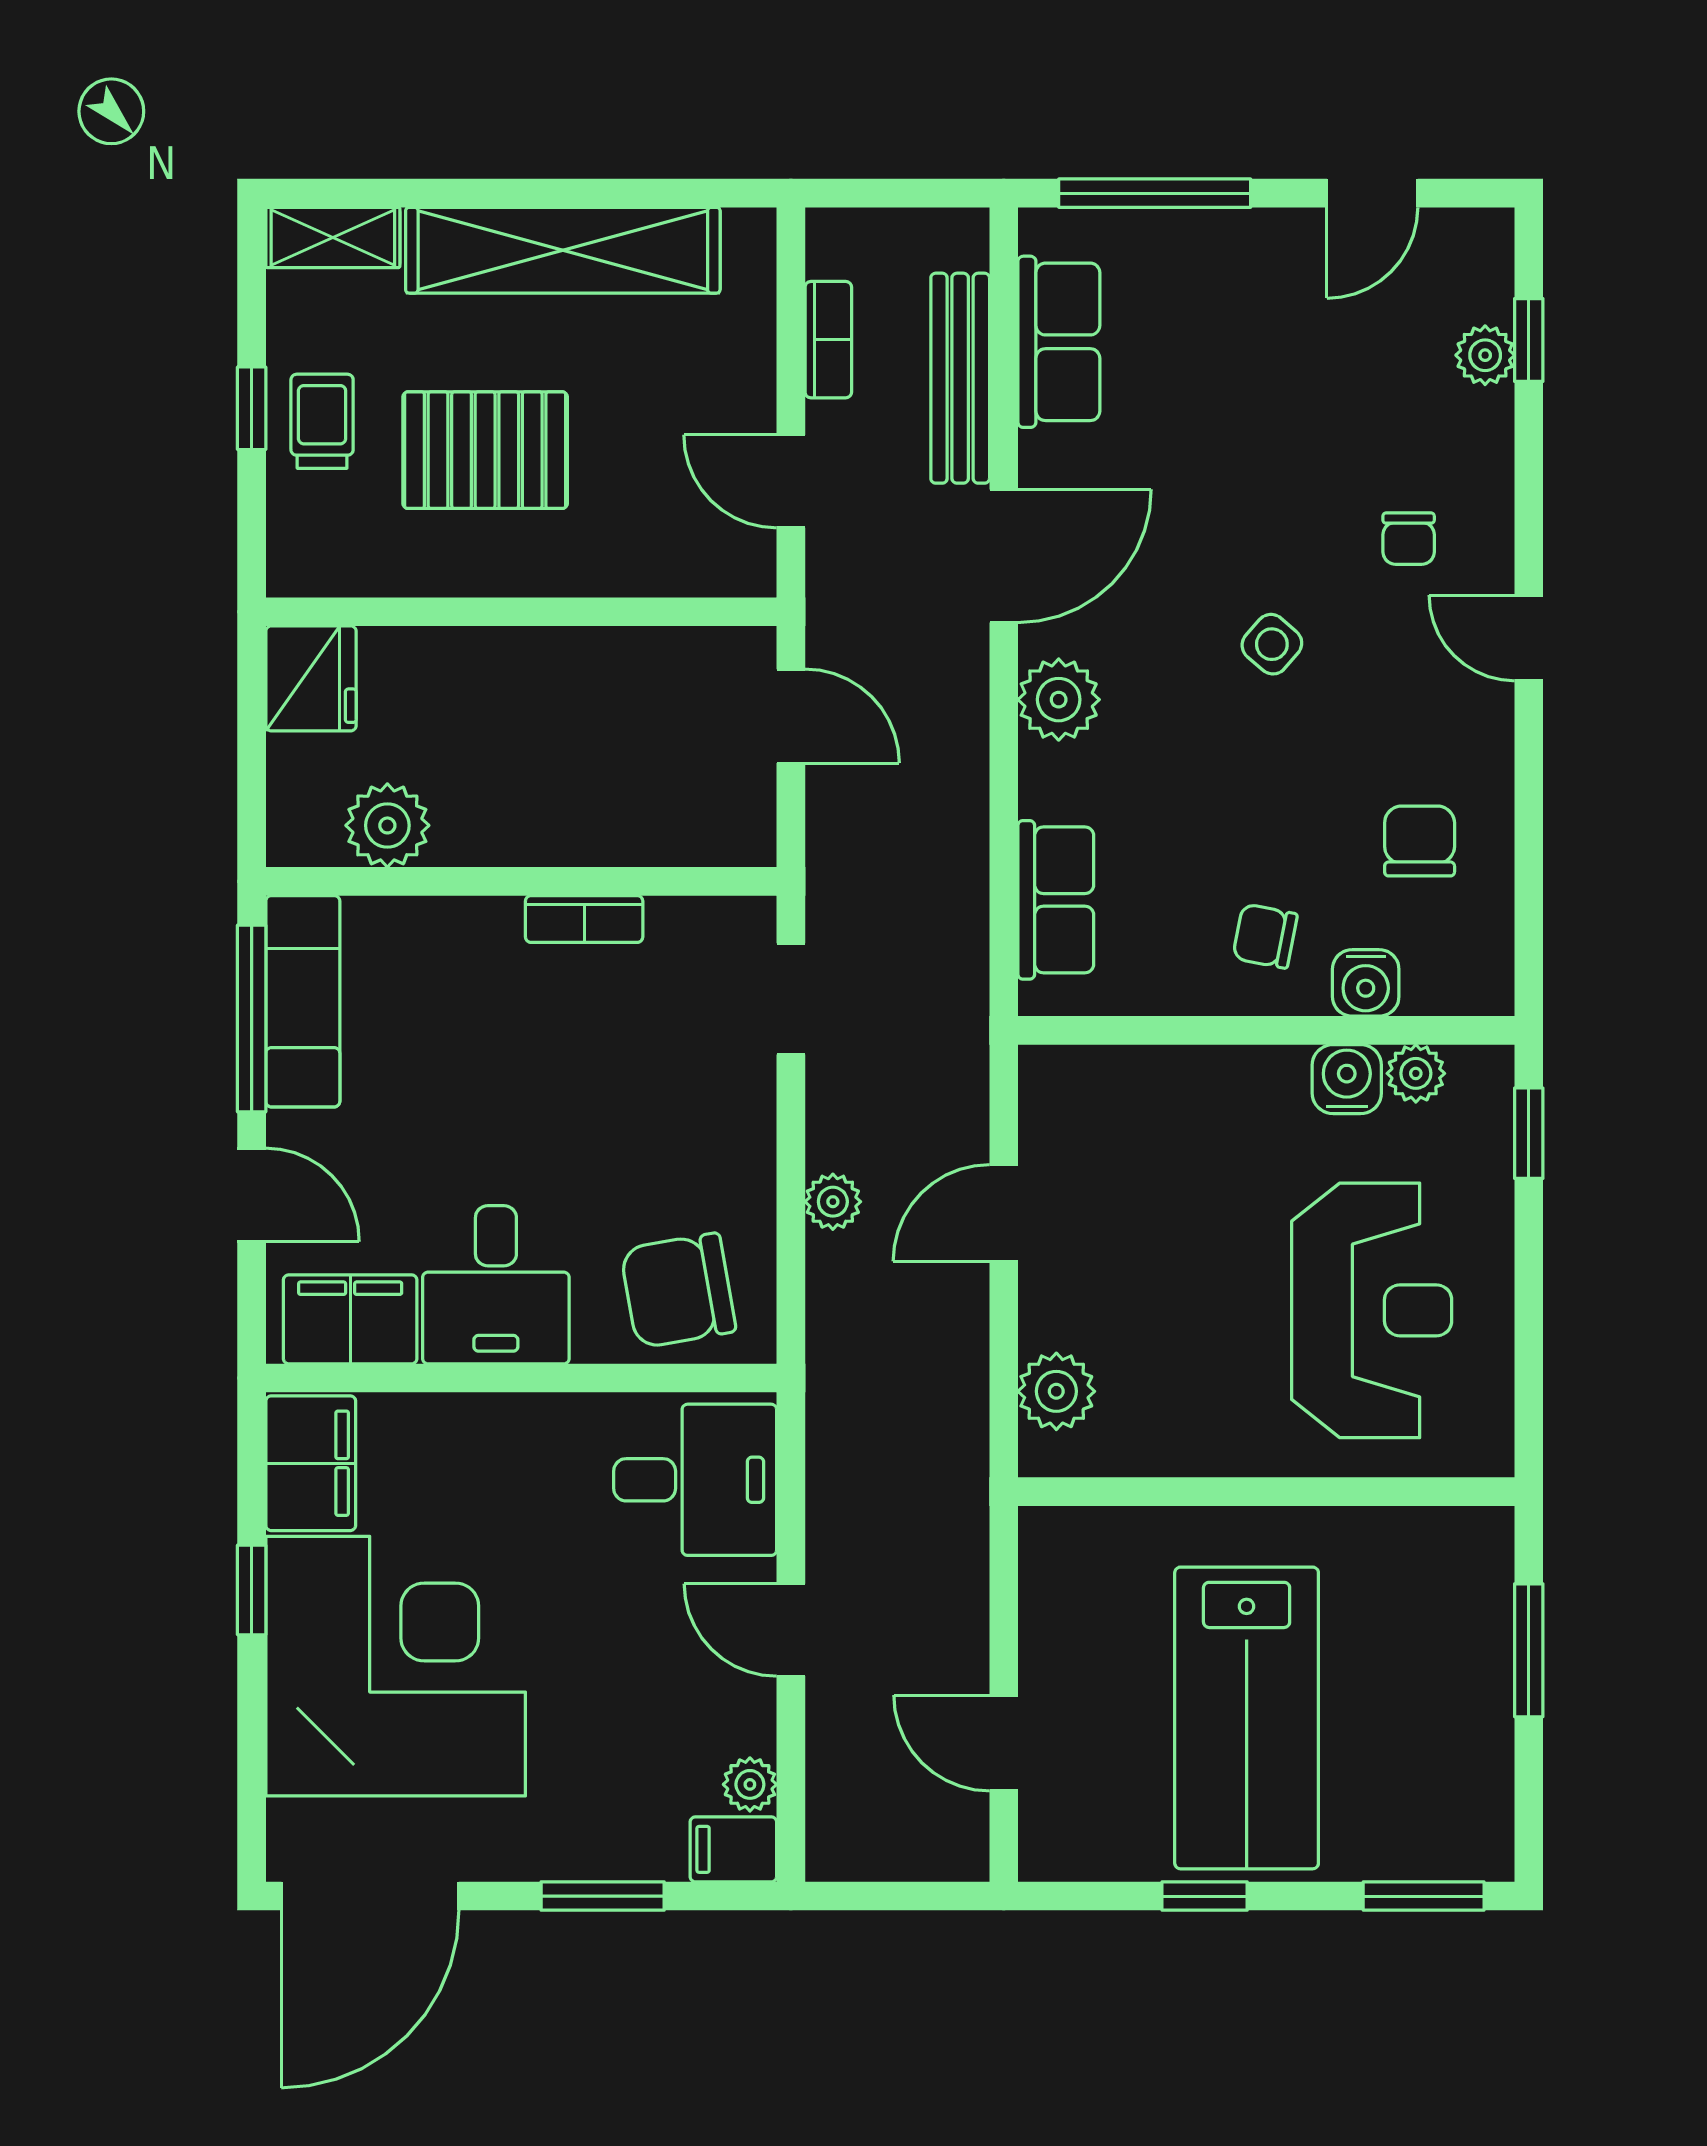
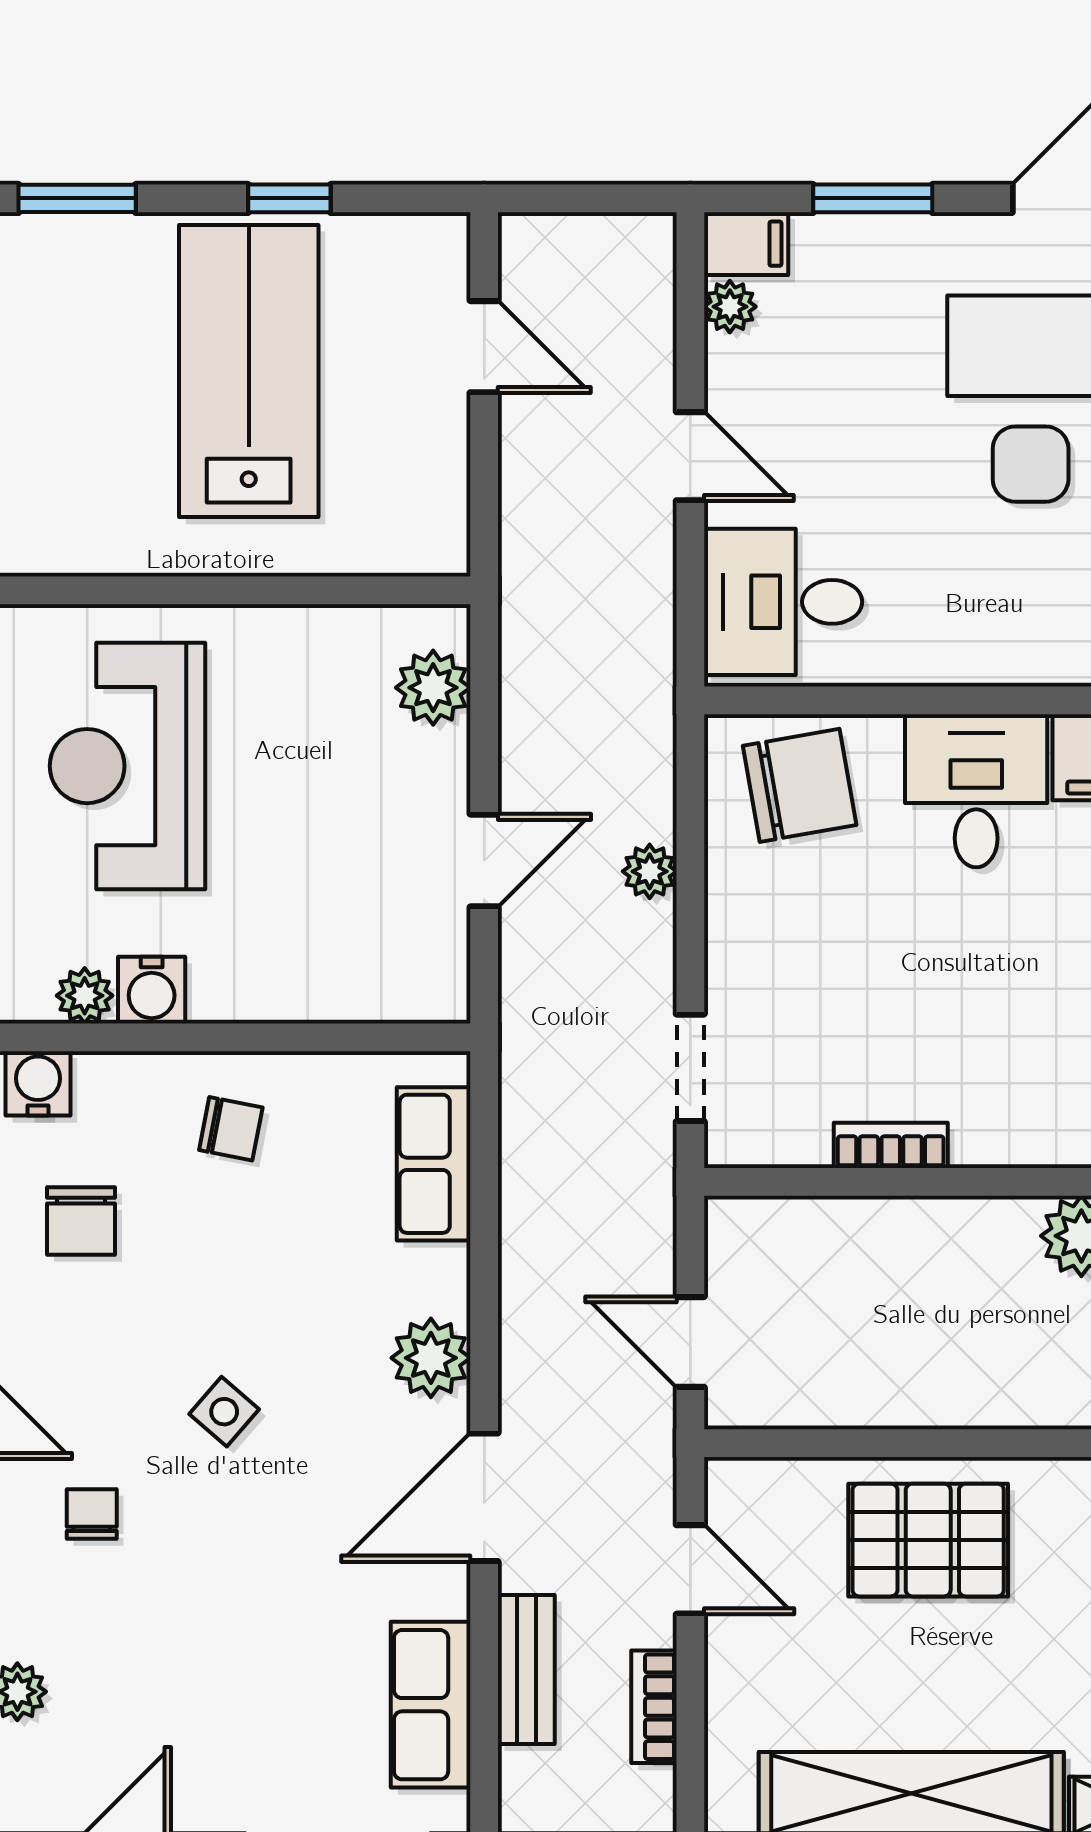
bench: (960, 378) -> (526, 1669), width x0.73
pallet: (485, 450) -> (928, 1540), moved
water cooler: (1366, 983) -> (38, 1083), moved

